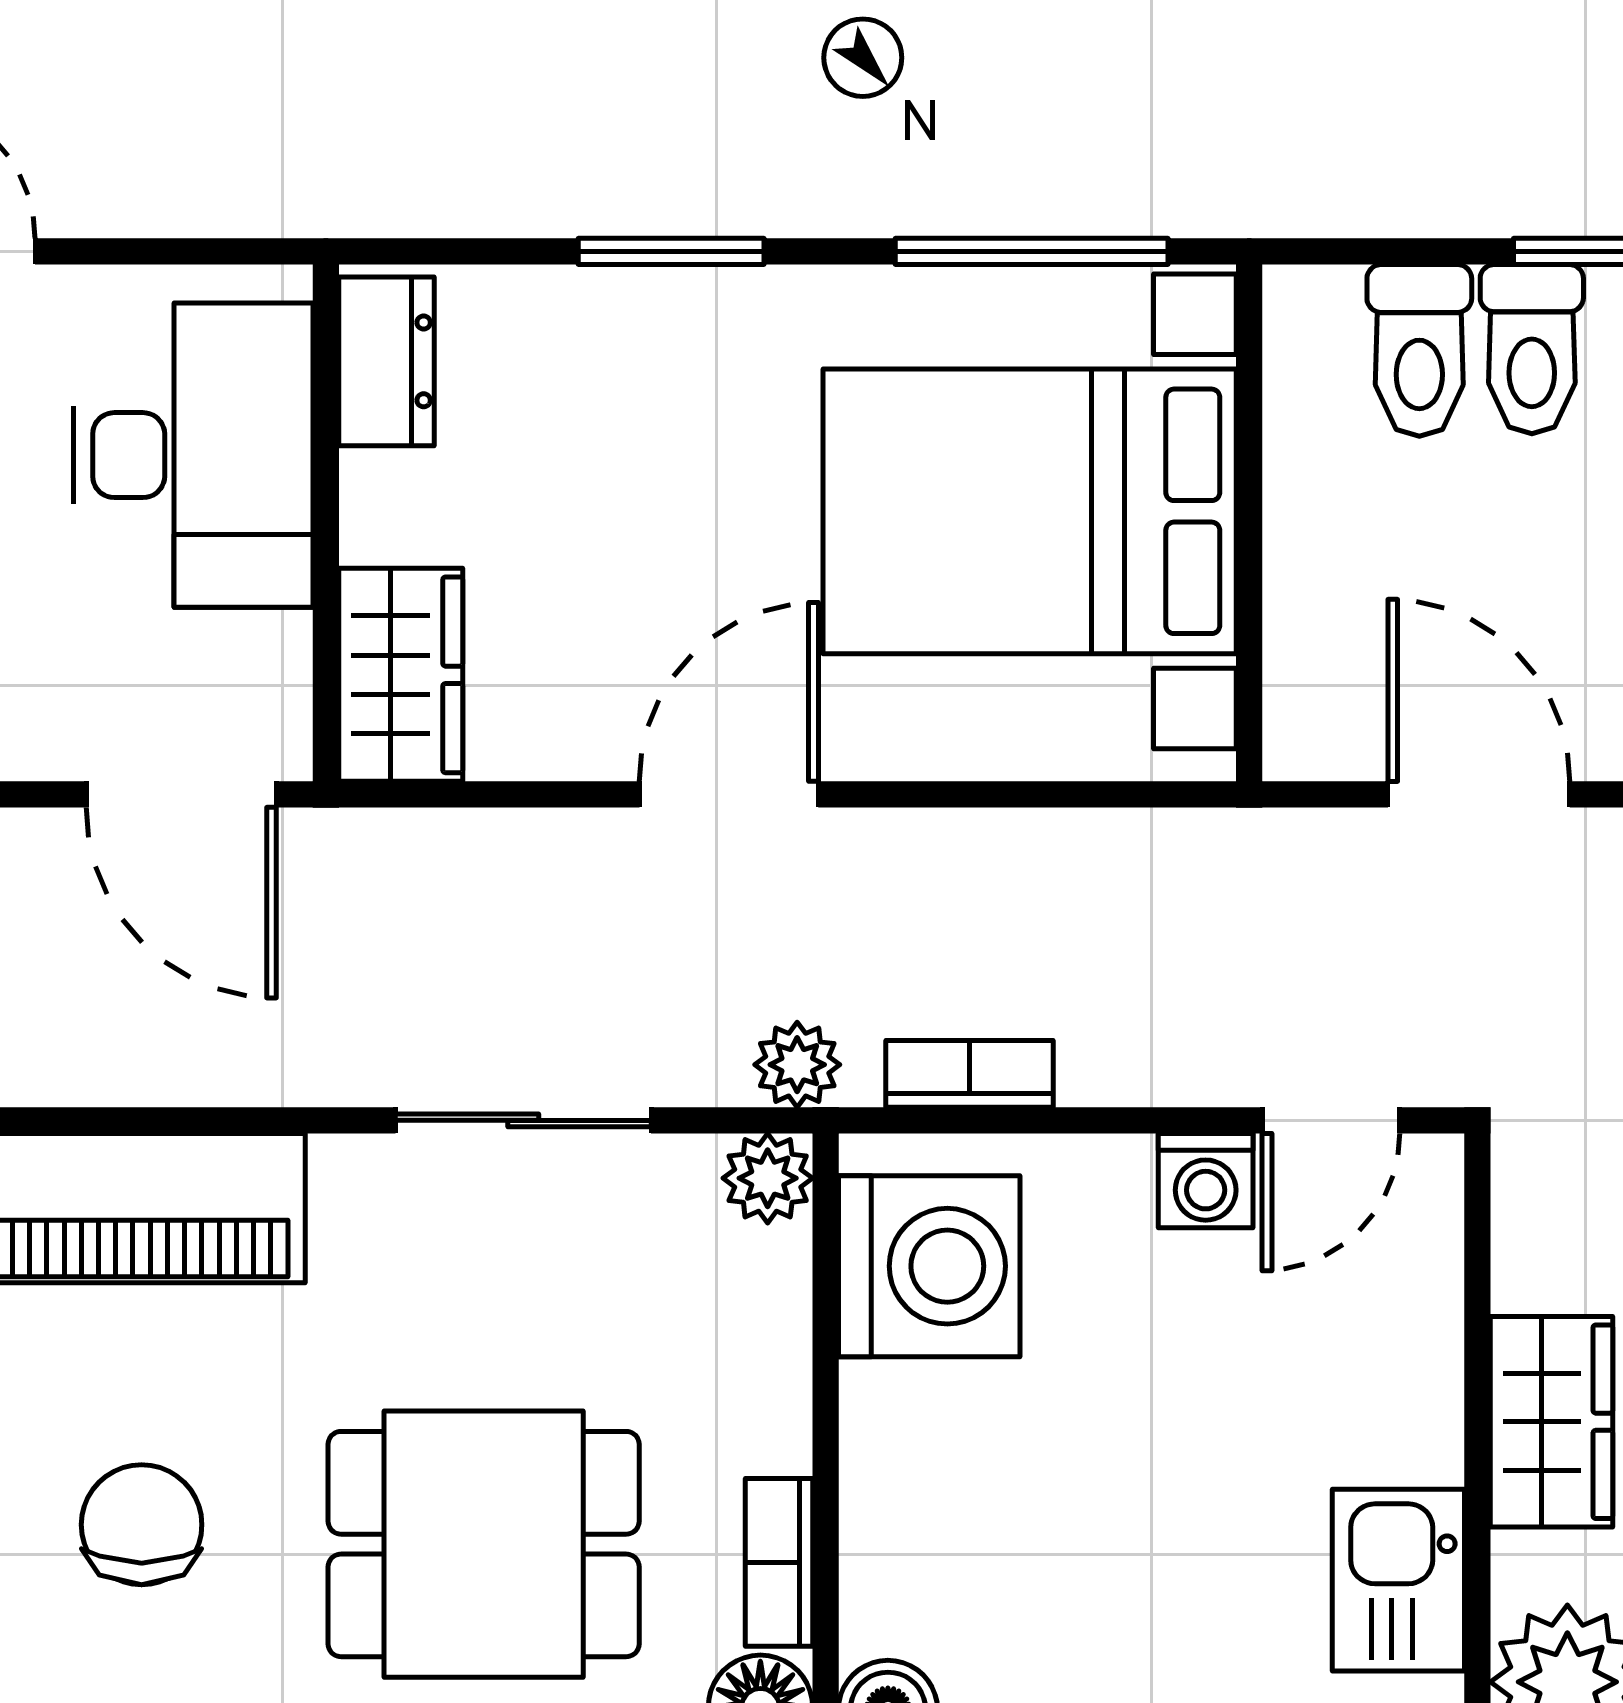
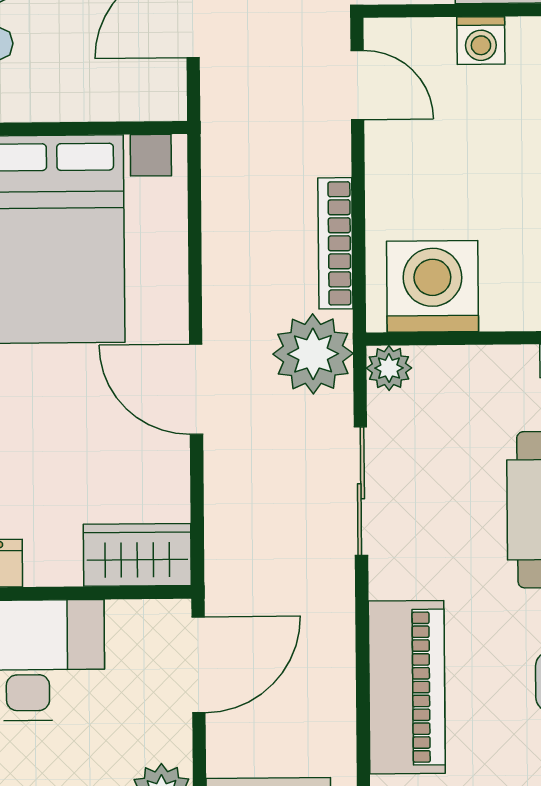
plant: (797, 1065) -> (313, 354), width x1.88, depth x1.88
bookcase: (969, 1074) -> (335, 243), width x1.56
washing machine: (1206, 1181) -> (481, 41), moved, turned 90

